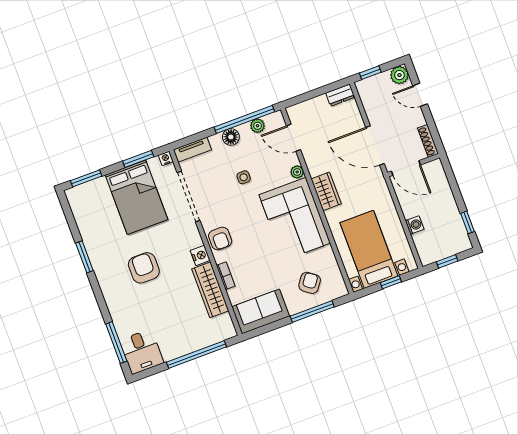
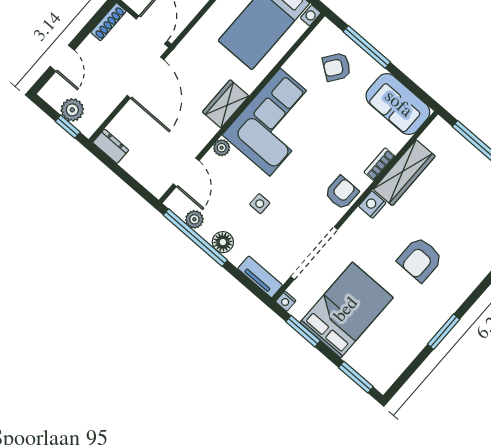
plant: (399, 75) -> (72, 110), moved

